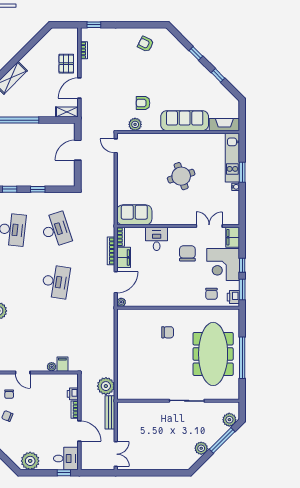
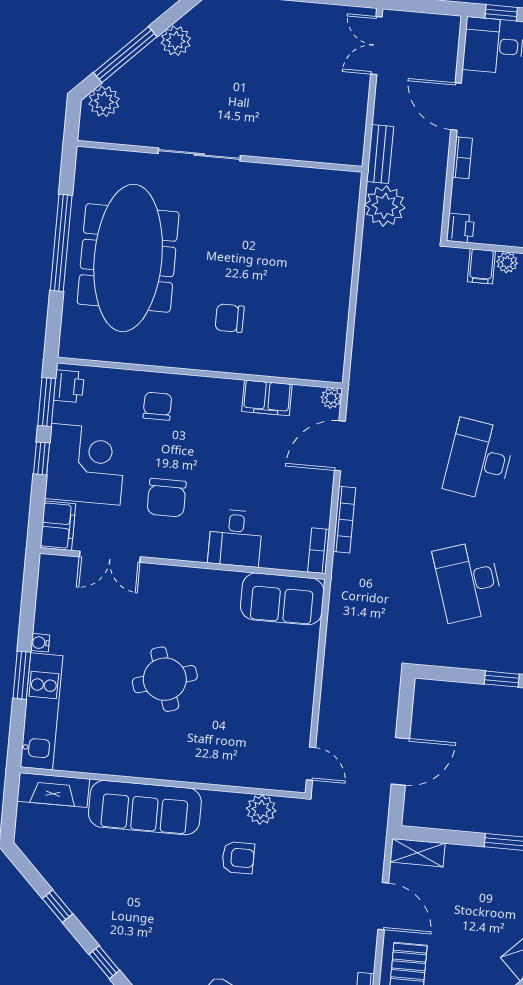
door: (79, 88) -> (383, 906), hinge flipped
filing cabinet: (124, 257) -> (267, 398), moved, turned -90
chair: (211, 294) -> (157, 406), moved
printer: (73, 394) -> (460, 228), moved
bench: (110, 412) -> (380, 154), width x0.73

